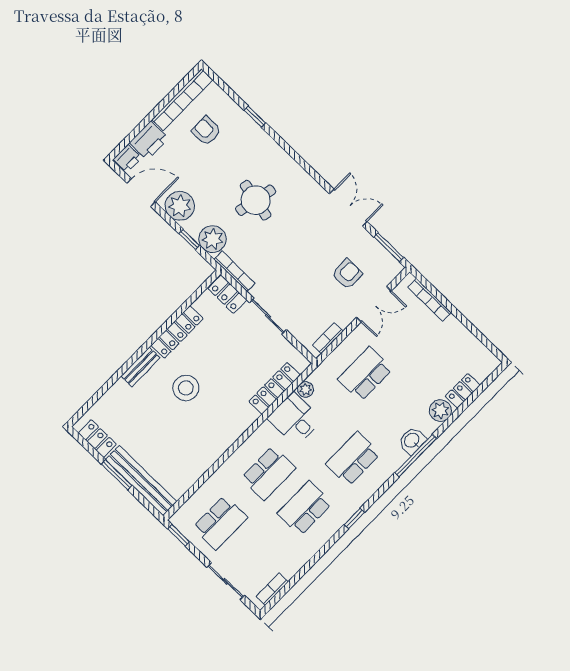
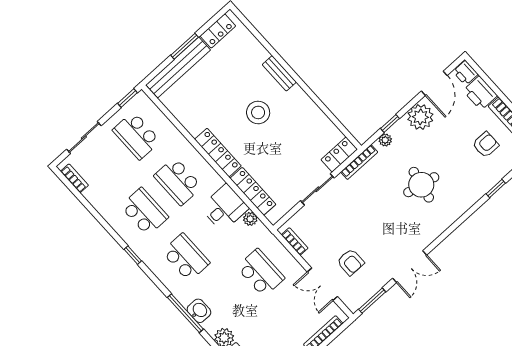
plant: (212, 239) -> (385, 140), width x0.53, depth x0.53
locker: (177, 332) -> (218, 153), moved, turned 180

